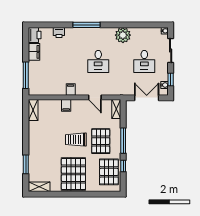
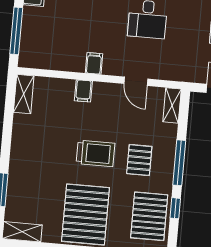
trolley: (76, 140) -> (96, 153), turned 180
pallet: (101, 141) -> (139, 160), width x0.67, depth x0.71

